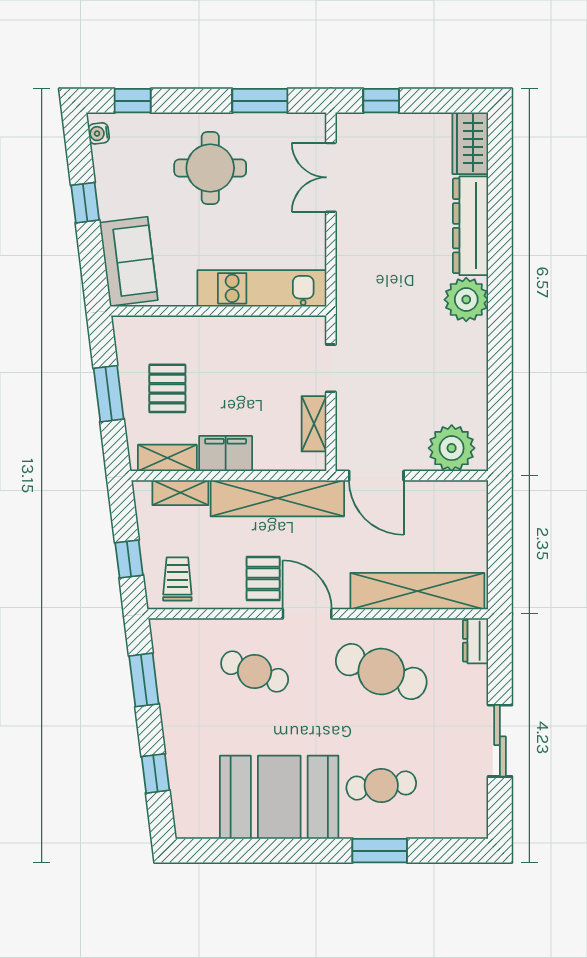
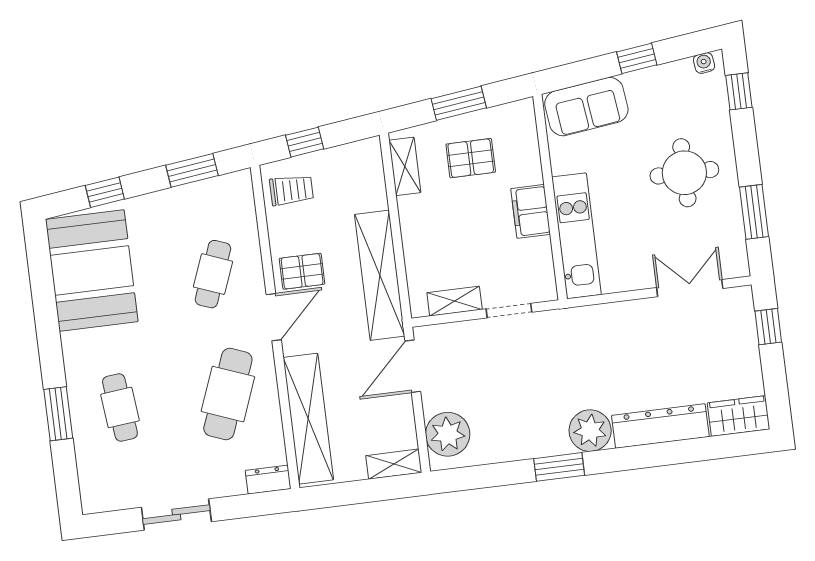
window: (500, 336) -> (559, 467), added
filing cabinet: (226, 454) -> (531, 211), moved, turned 180
shelving: (180, 493) -> (394, 464), moved, turned 90
booth: (279, 797) -> (92, 271), moved

